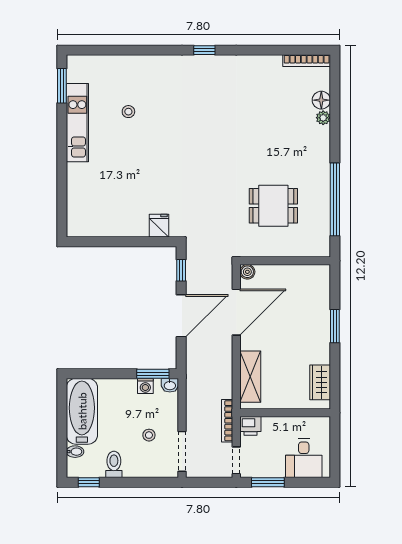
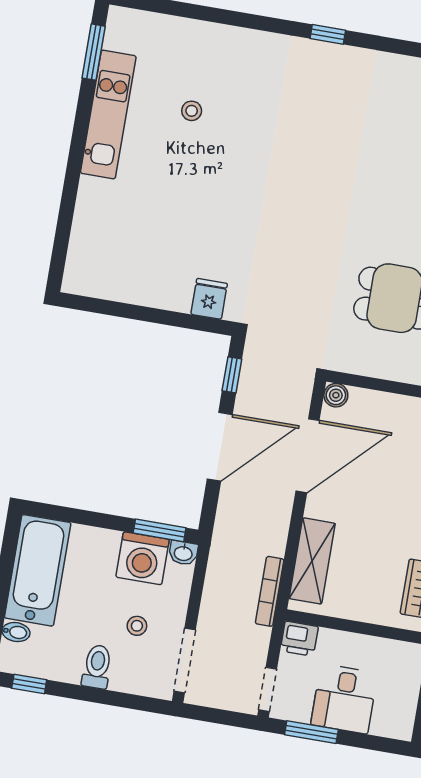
washing machine: (145, 386) -> (143, 558), width x1.89, depth x1.89
bookcase: (227, 421) -> (270, 591), moved
desk: (304, 458) -> (344, 699), moved
toilet: (114, 464) -> (97, 667), moved

